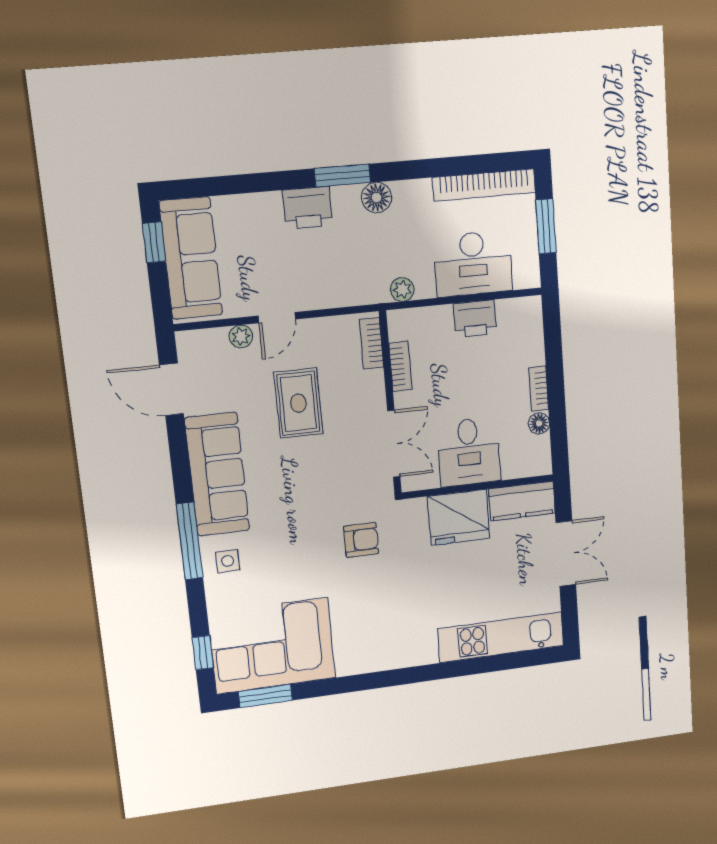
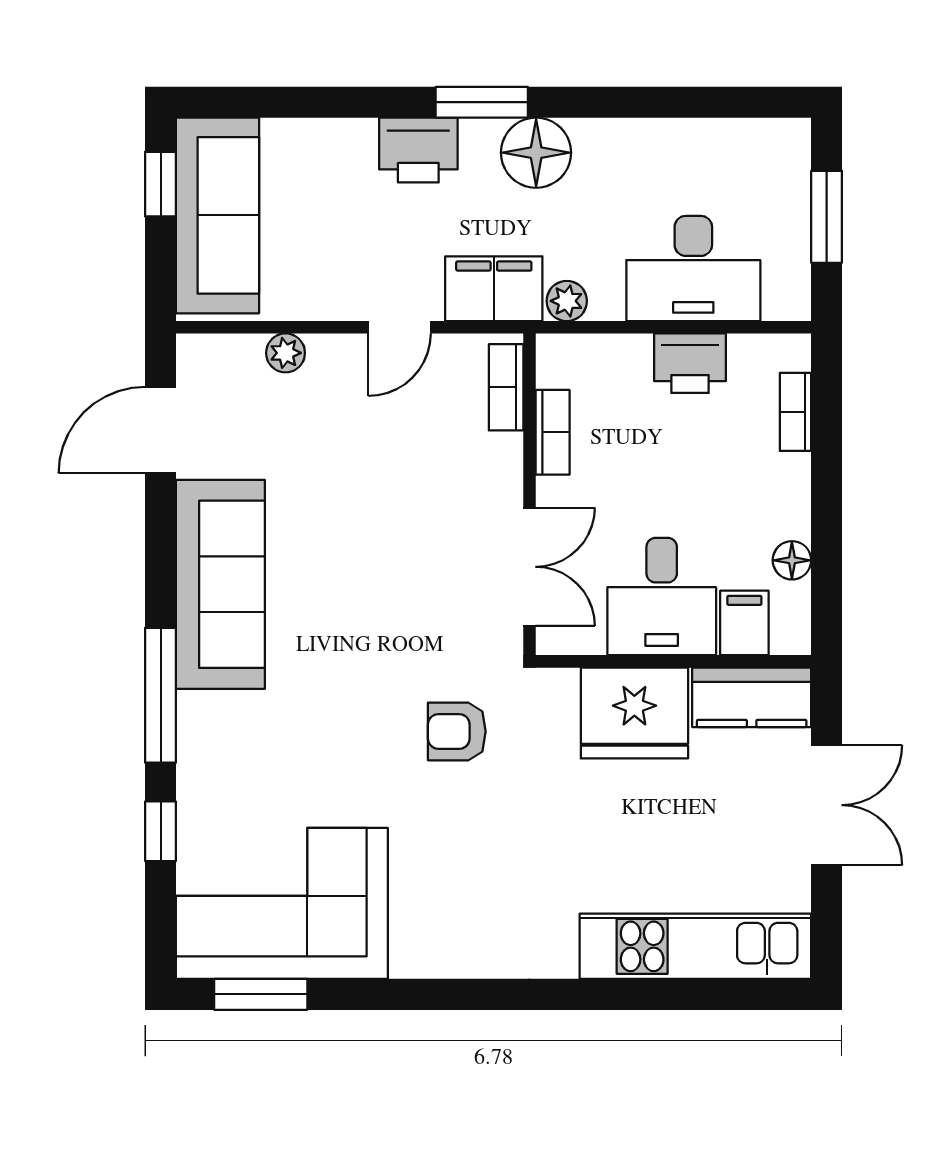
bookcase: (484, 185) -> (722, 138), removed
floor lamp: (377, 198) -> (536, 153), width x1.38, depth x1.38
filing cabinet: (359, 286) -> (494, 289), added
door: (277, 318) -> (400, 327), moved
door: (172, 389) -> (161, 430), hinge flipped
bookcase: (539, 389) -> (796, 412), moved
rug: (298, 403) -> (371, 477), removed
filing cabinet: (515, 461) -> (744, 623), added
armchair: (361, 540) -> (457, 731), turned 180
side table: (228, 561) -> (221, 739), removed
window: (203, 653) -> (161, 831), moved

